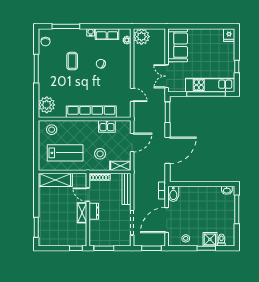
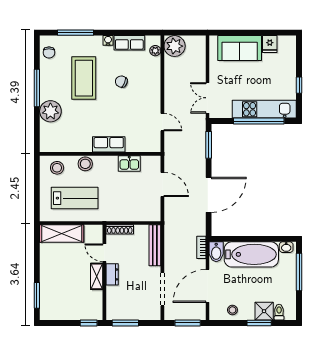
fridge: (229, 35) -> (270, 44), moved
sofa: (178, 45) -> (240, 48), moved, turned 90
coffee table: (72, 61) -> (84, 78), width x1.86, depth x1.72
plant: (47, 105) -> (50, 111), moved
row of seats: (91, 112) -> (109, 144), width x0.50
door: (132, 142) -> (162, 184), hinge flipped
stool: (100, 154) -> (85, 164), moved
shelving: (120, 166) -> (147, 215), removed
bathtub: (200, 196) -> (251, 254), added

